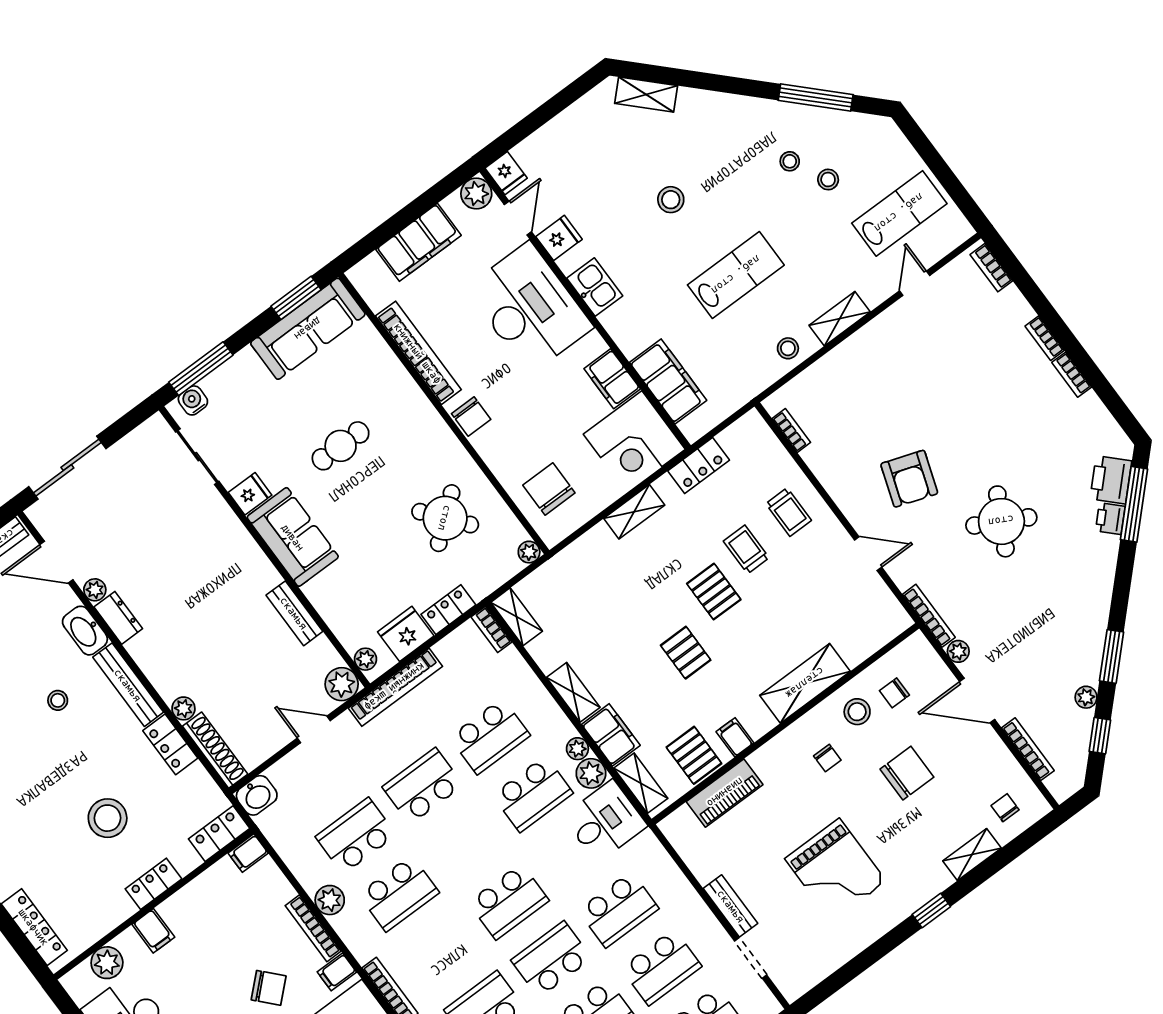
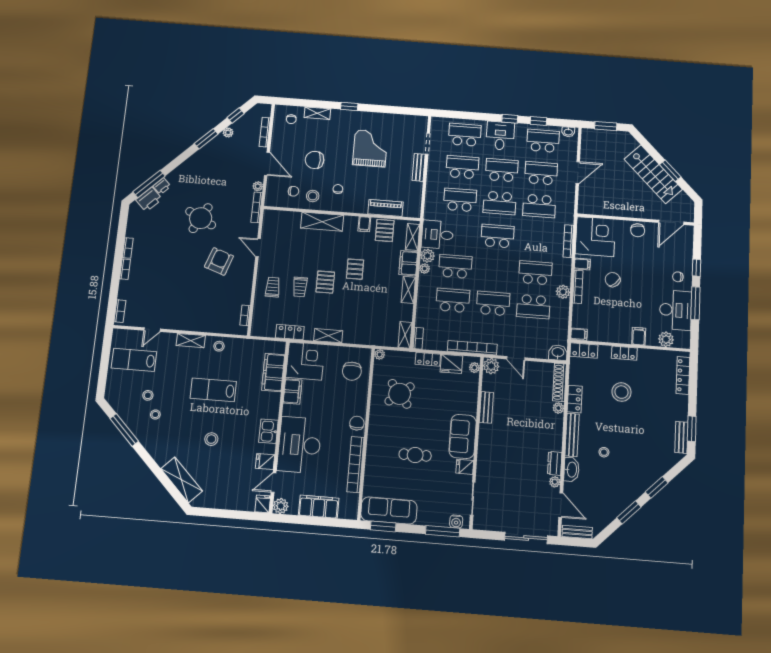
shelving: (646, 95) -> (182, 480), width x1.50, depth x1.33
school desk: (423, 786) -> (493, 303), turned 180

